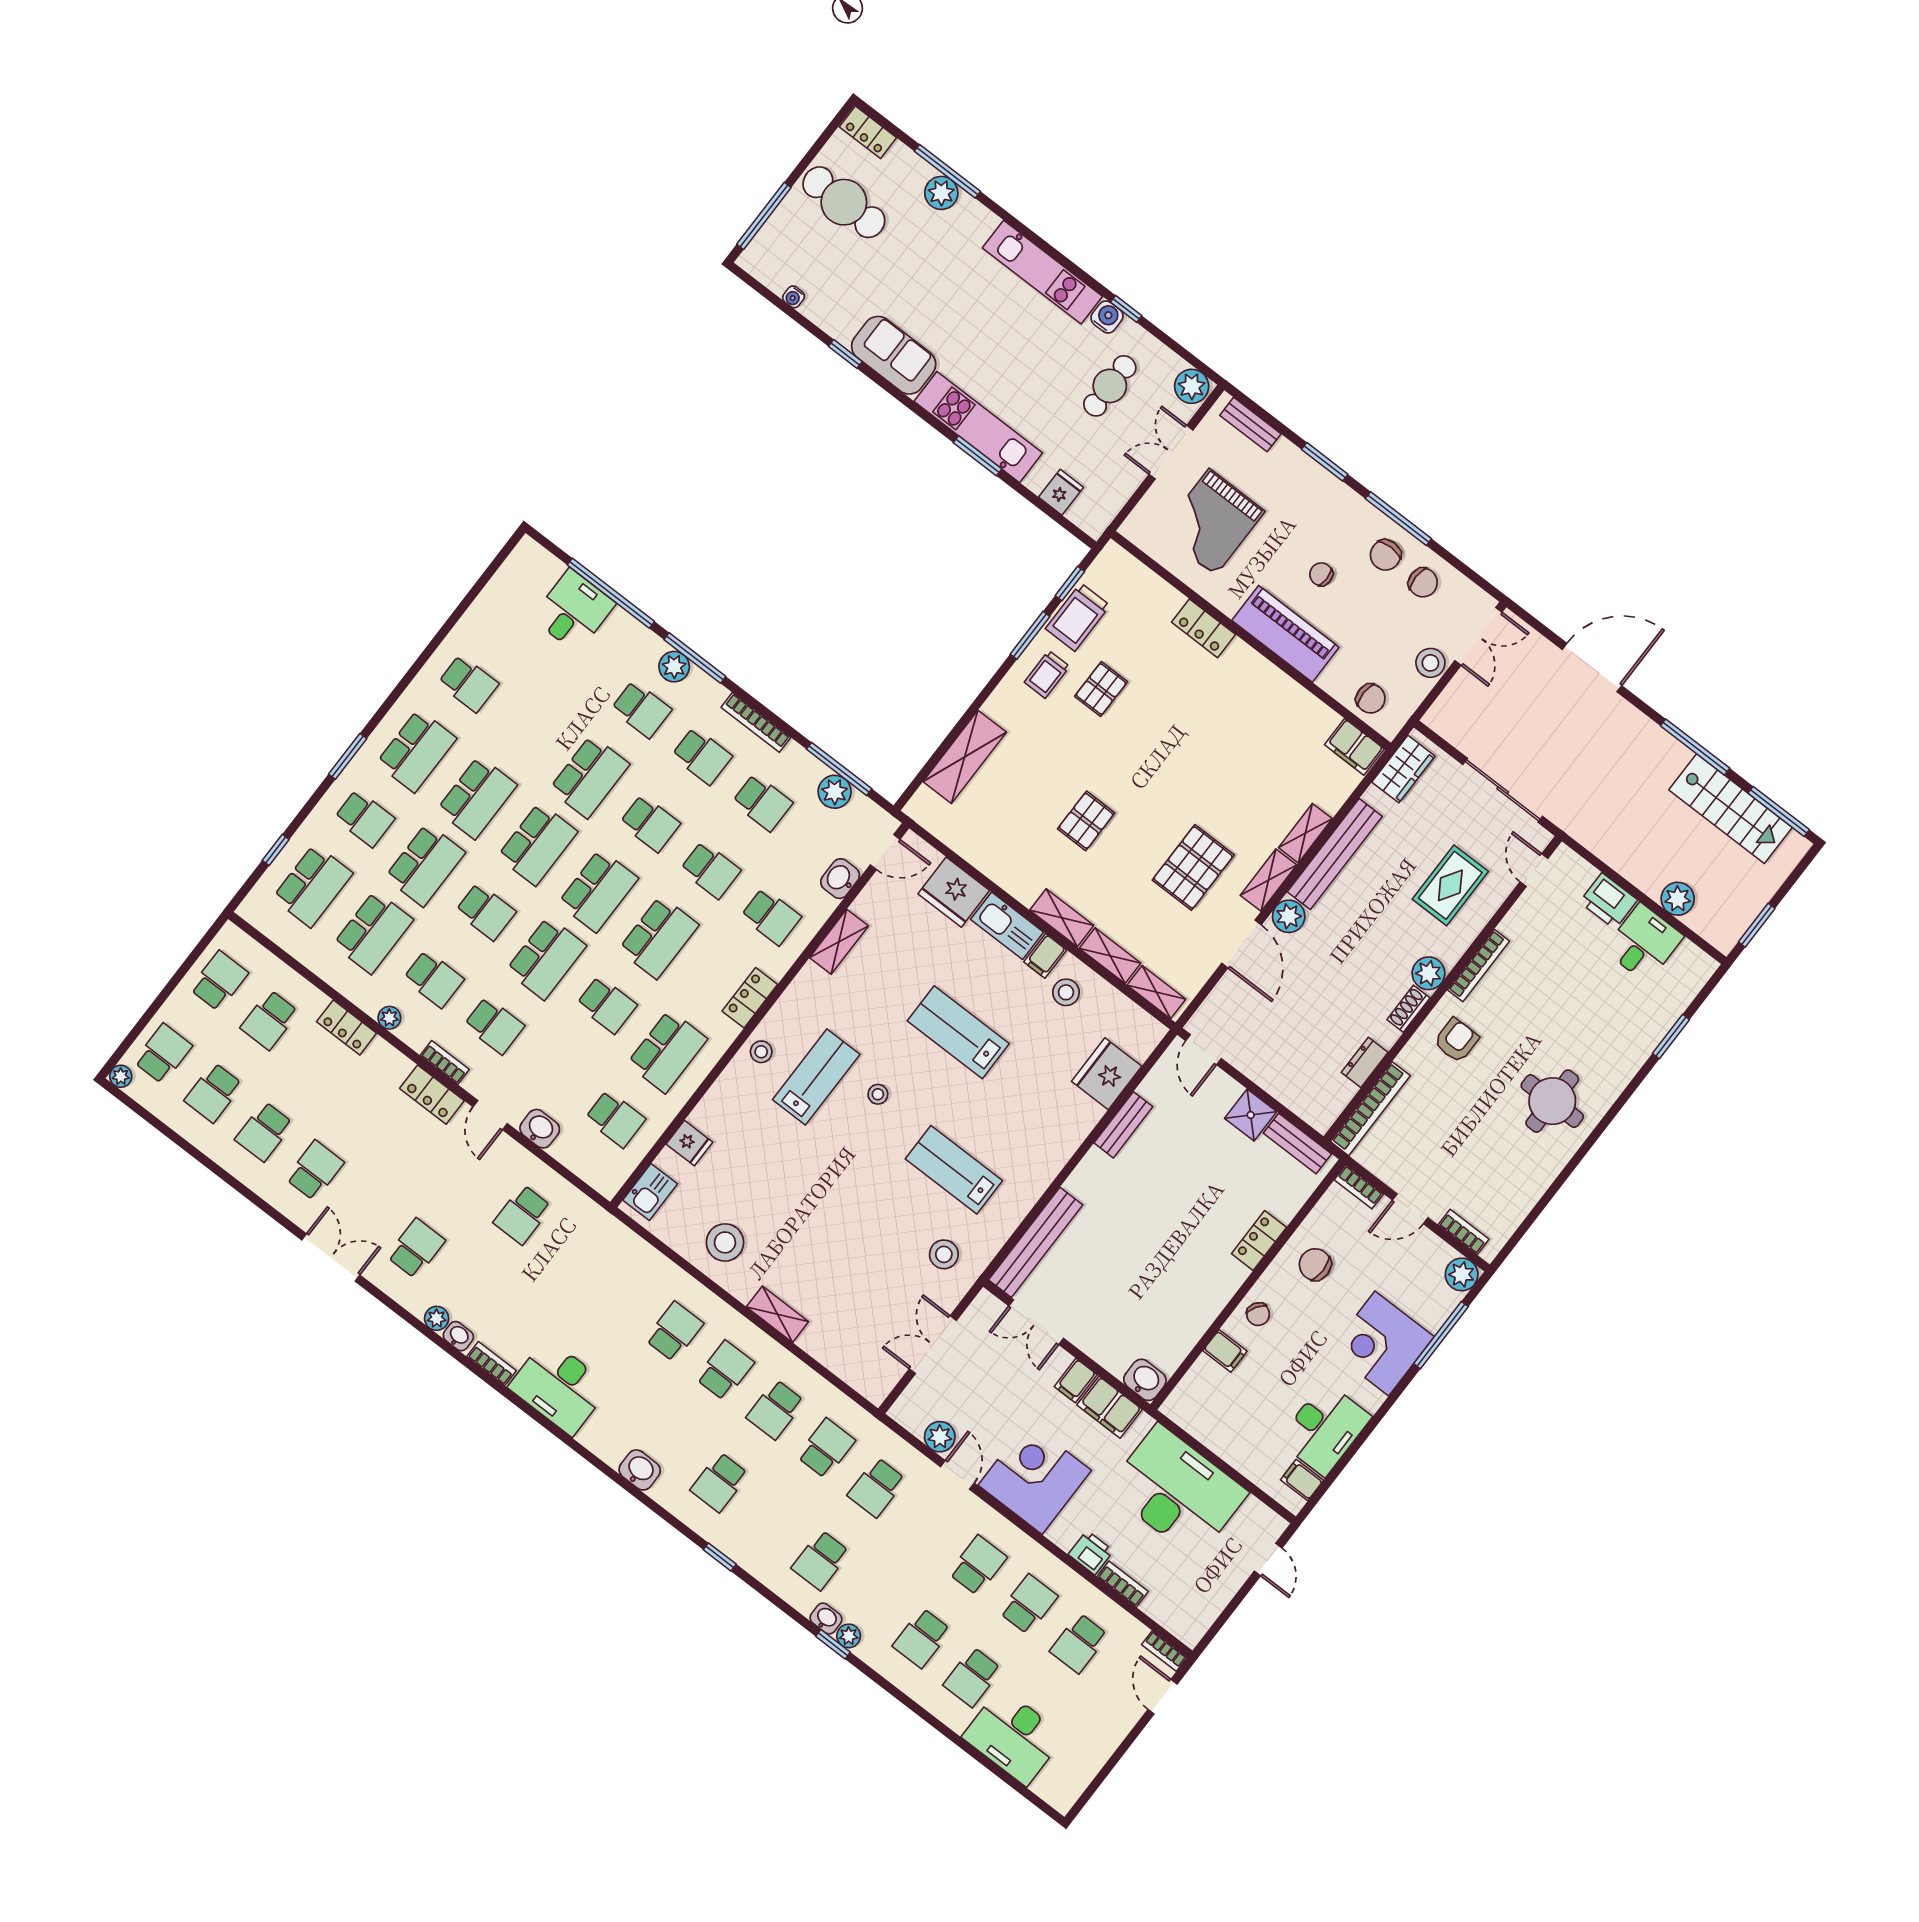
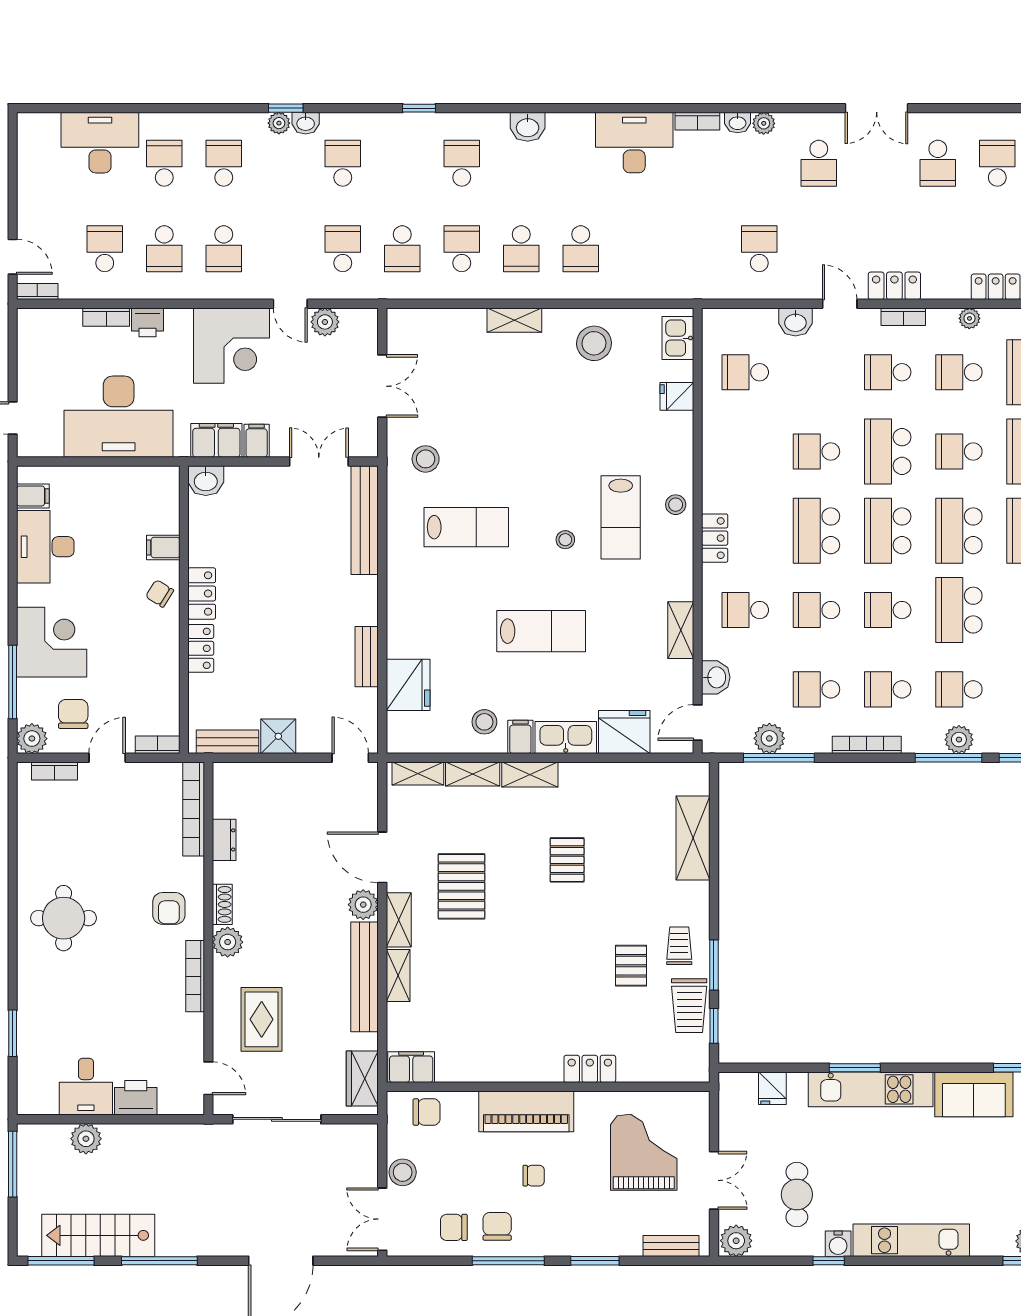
trolley: (1078, 617) -> (689, 1006), turned 180
chair: (1371, 699) -> (427, 1112), turned 180
window: (1757, 925) -> (13, 1164), width x1.44
school desk: (667, 1051) -> (745, 452), removed
chair: (1315, 1264) -> (73, 714), moved, turned -90
locker: (1222, 1287) -> (202, 593), added

